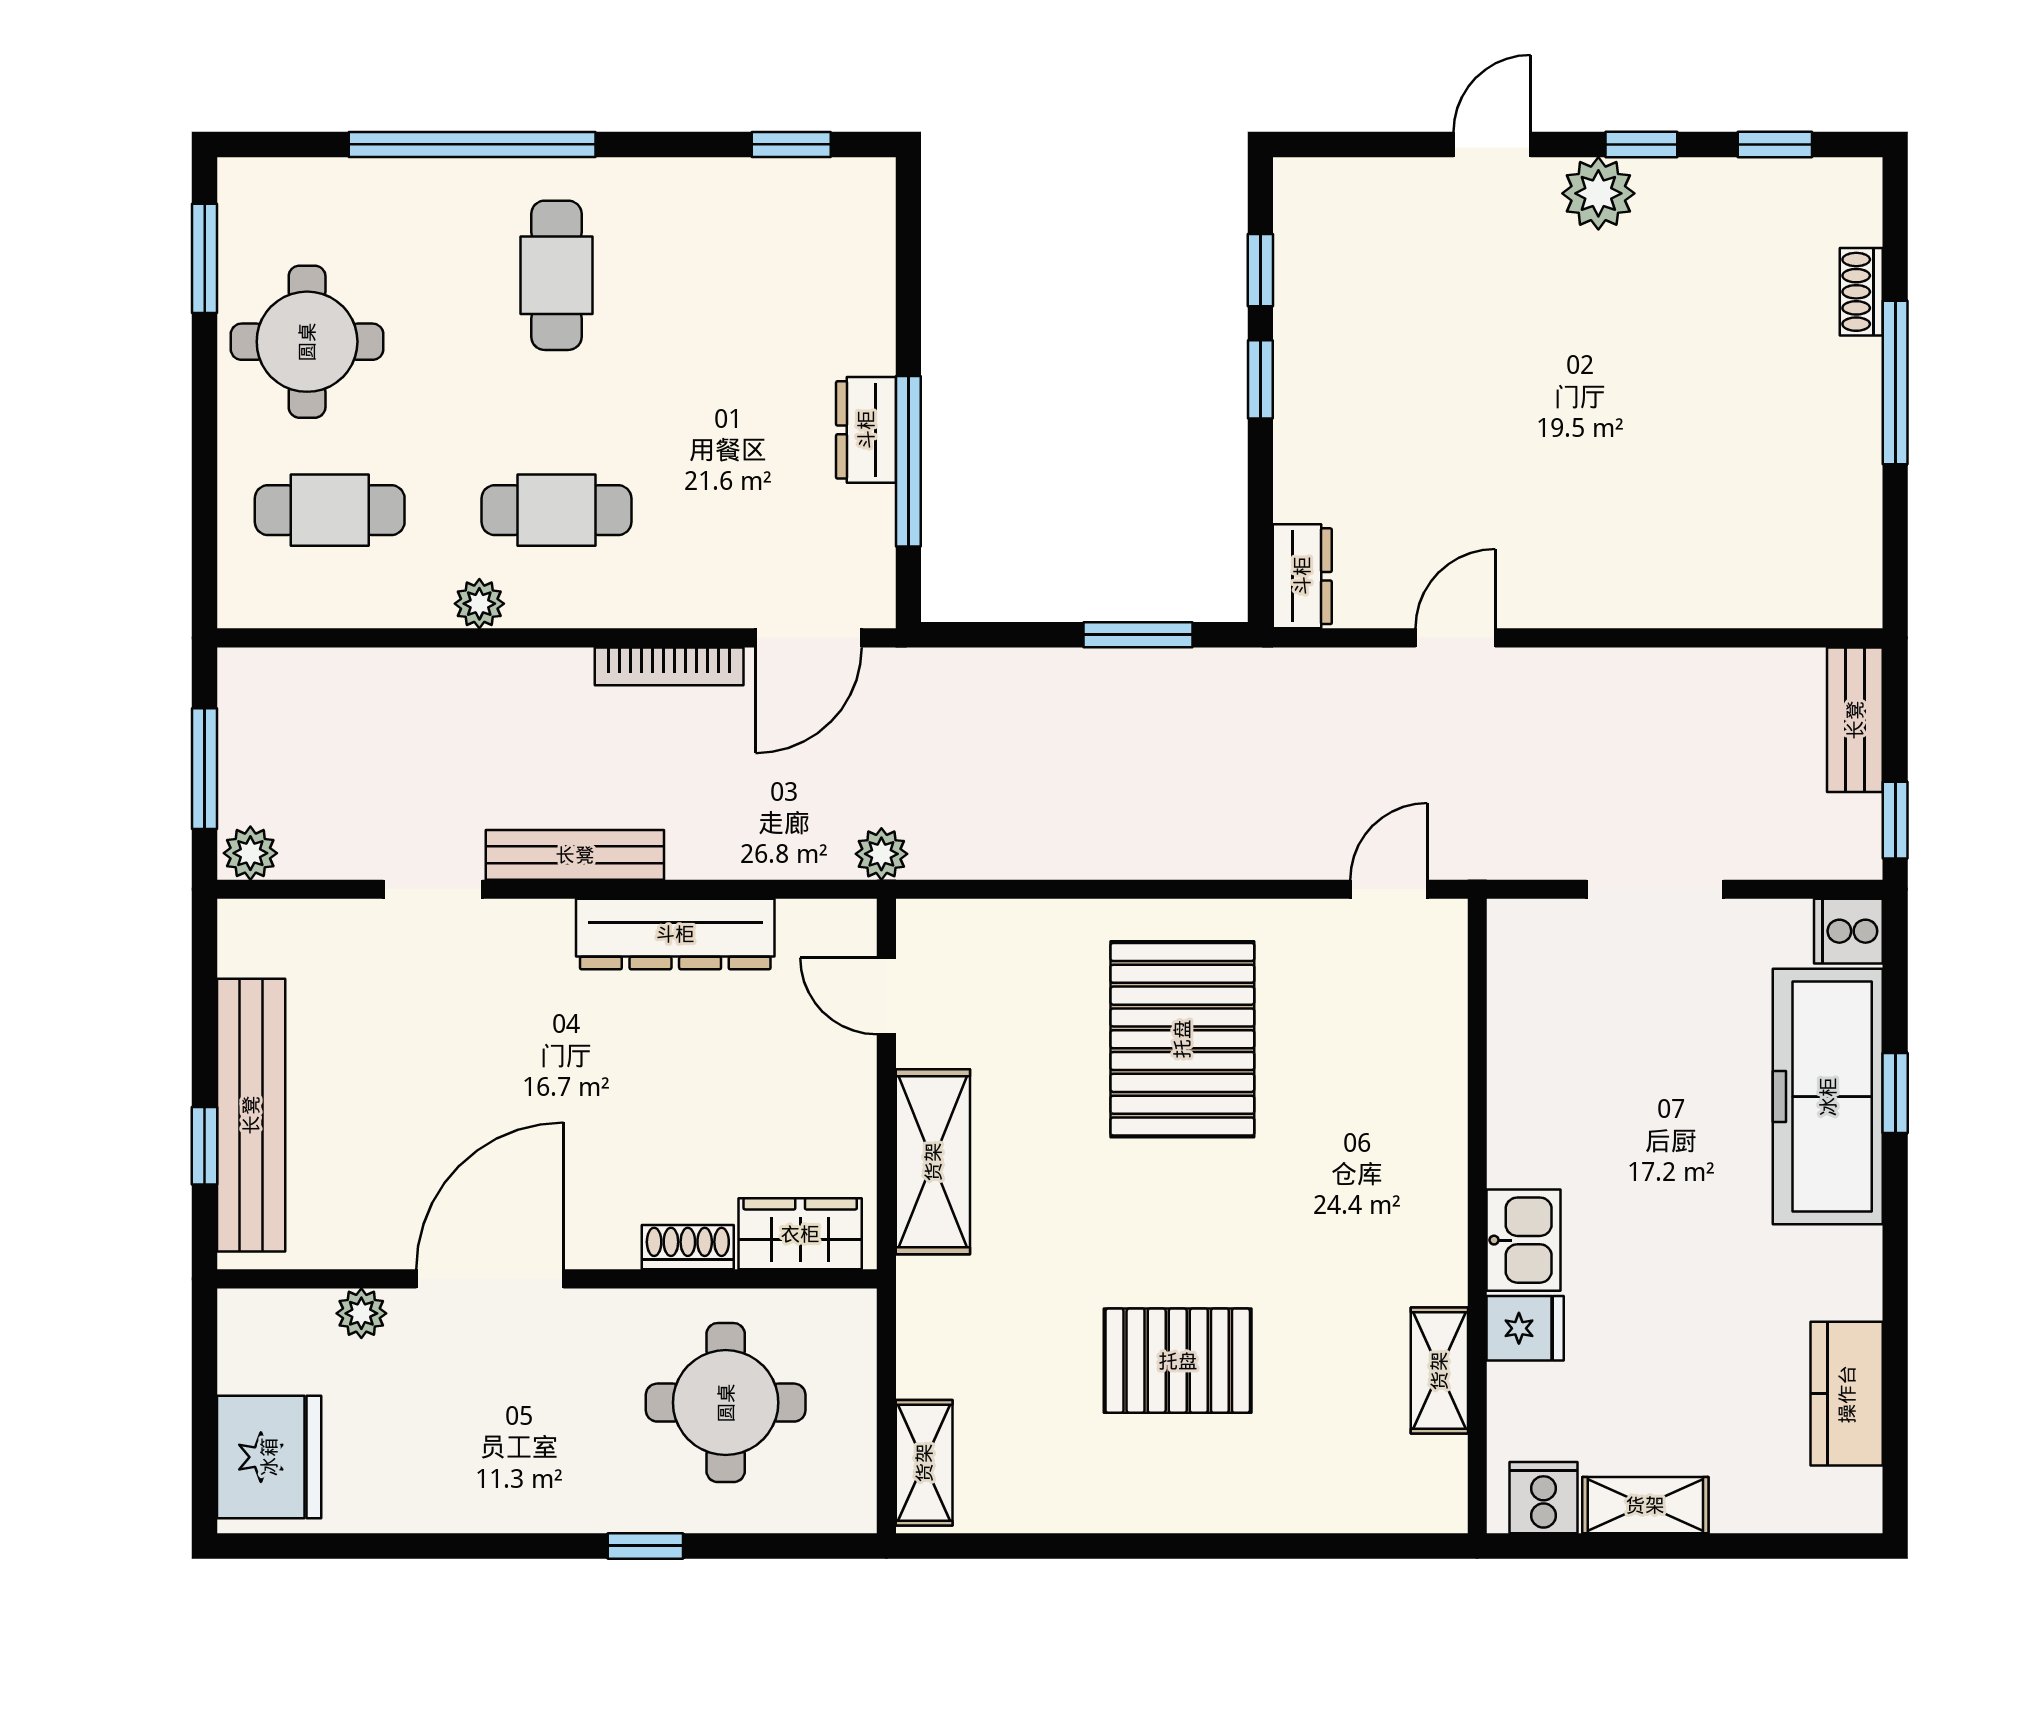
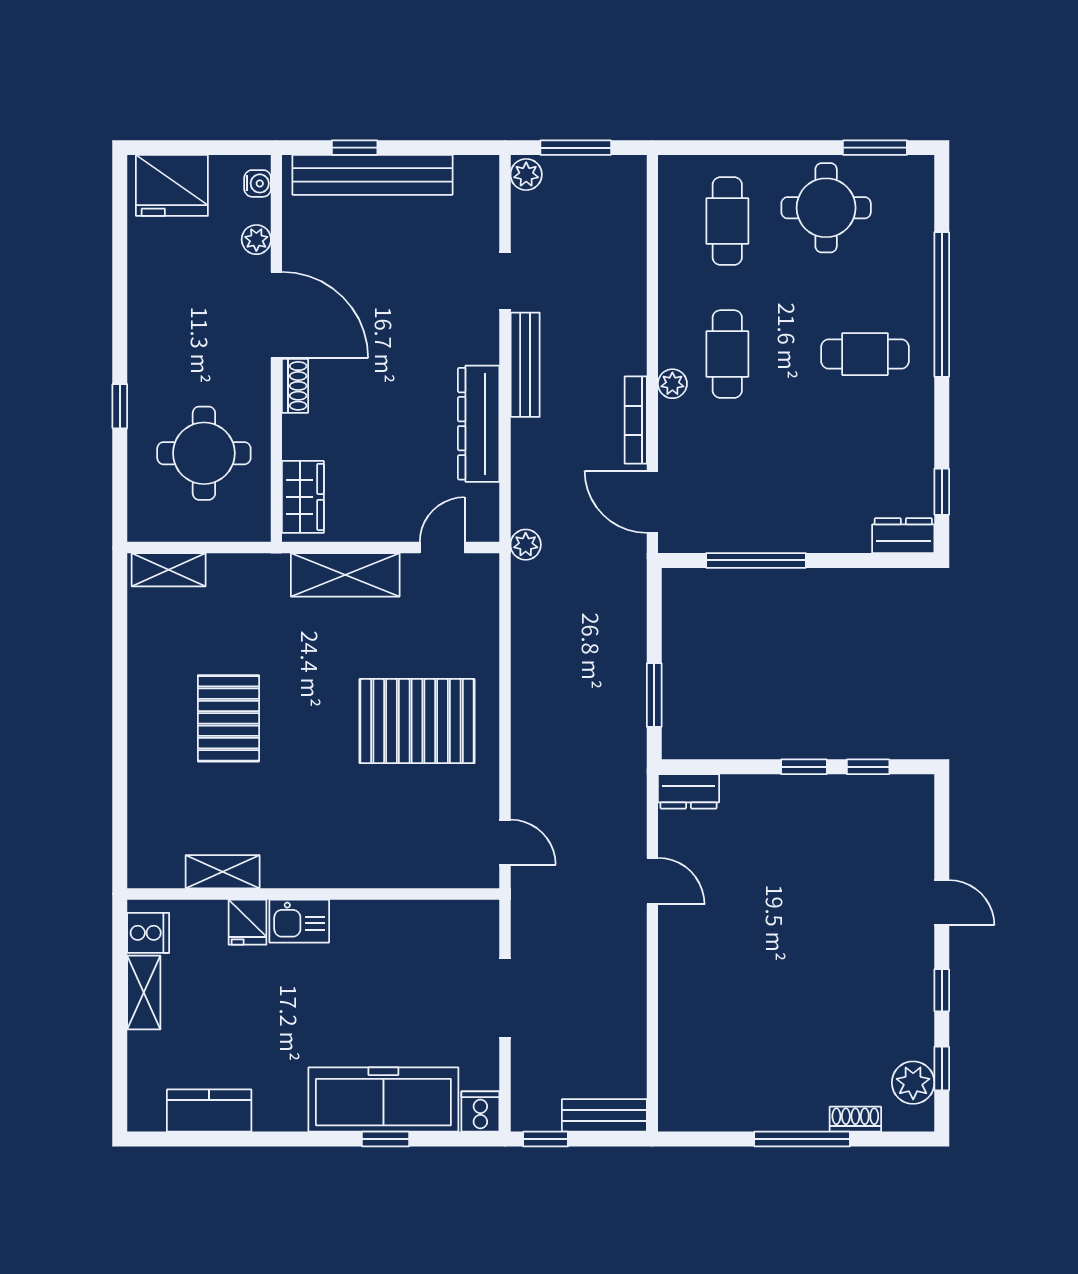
plant: (1598, 193) -> (913, 1083), moved
dresser: (866, 430) -> (903, 536), moved
plant: (479, 604) -> (672, 384), moved
shoe rack: (688, 1247) -> (295, 386), moved
water cooler: (266, 1311) -> (258, 183), added

